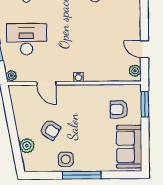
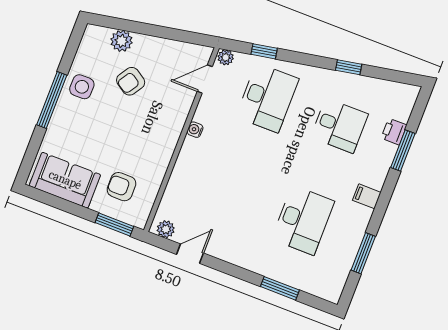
water cooler: (78, 77) -> (195, 130), moved
door: (46, 83) -> (205, 79), moved
armchair: (119, 109) -> (122, 187), turned -90

